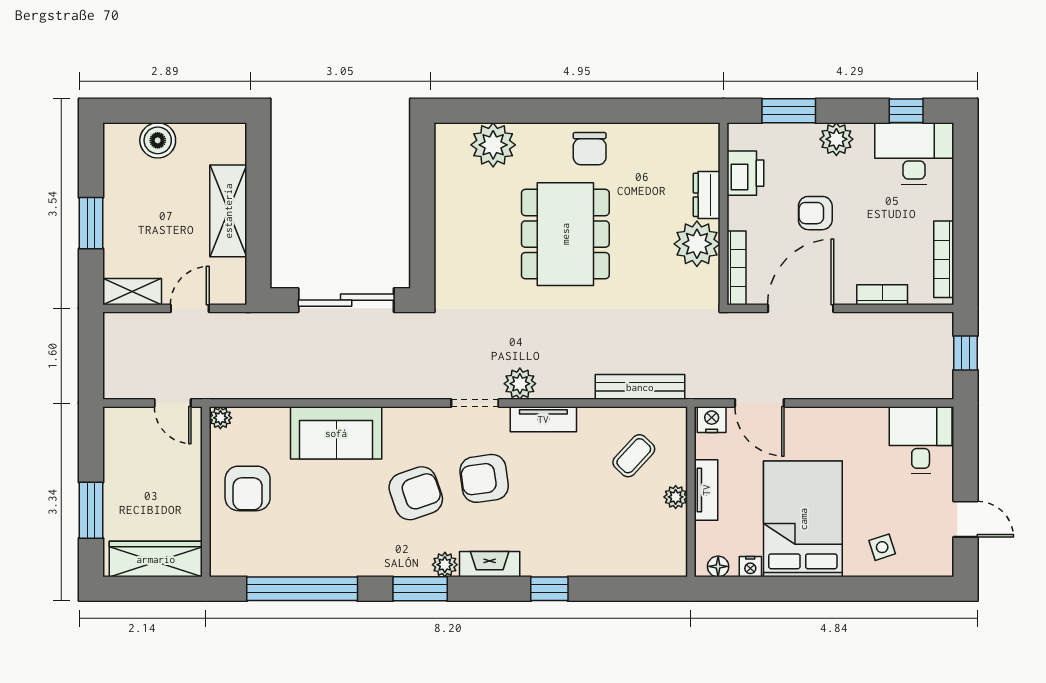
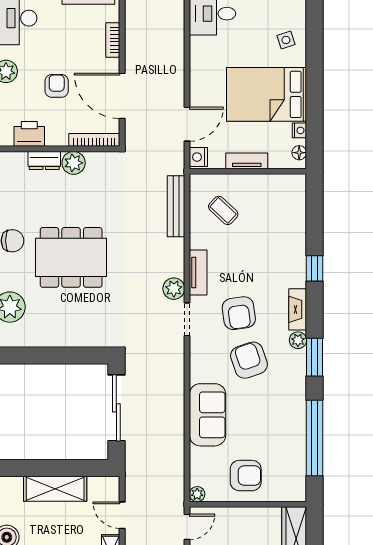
armchair: (815, 213) -> (57, 86), turned 180
plant: (697, 244) -> (74, 163), width x0.73, depth x0.73
plant: (676, 497) -> (252, 182), removed

